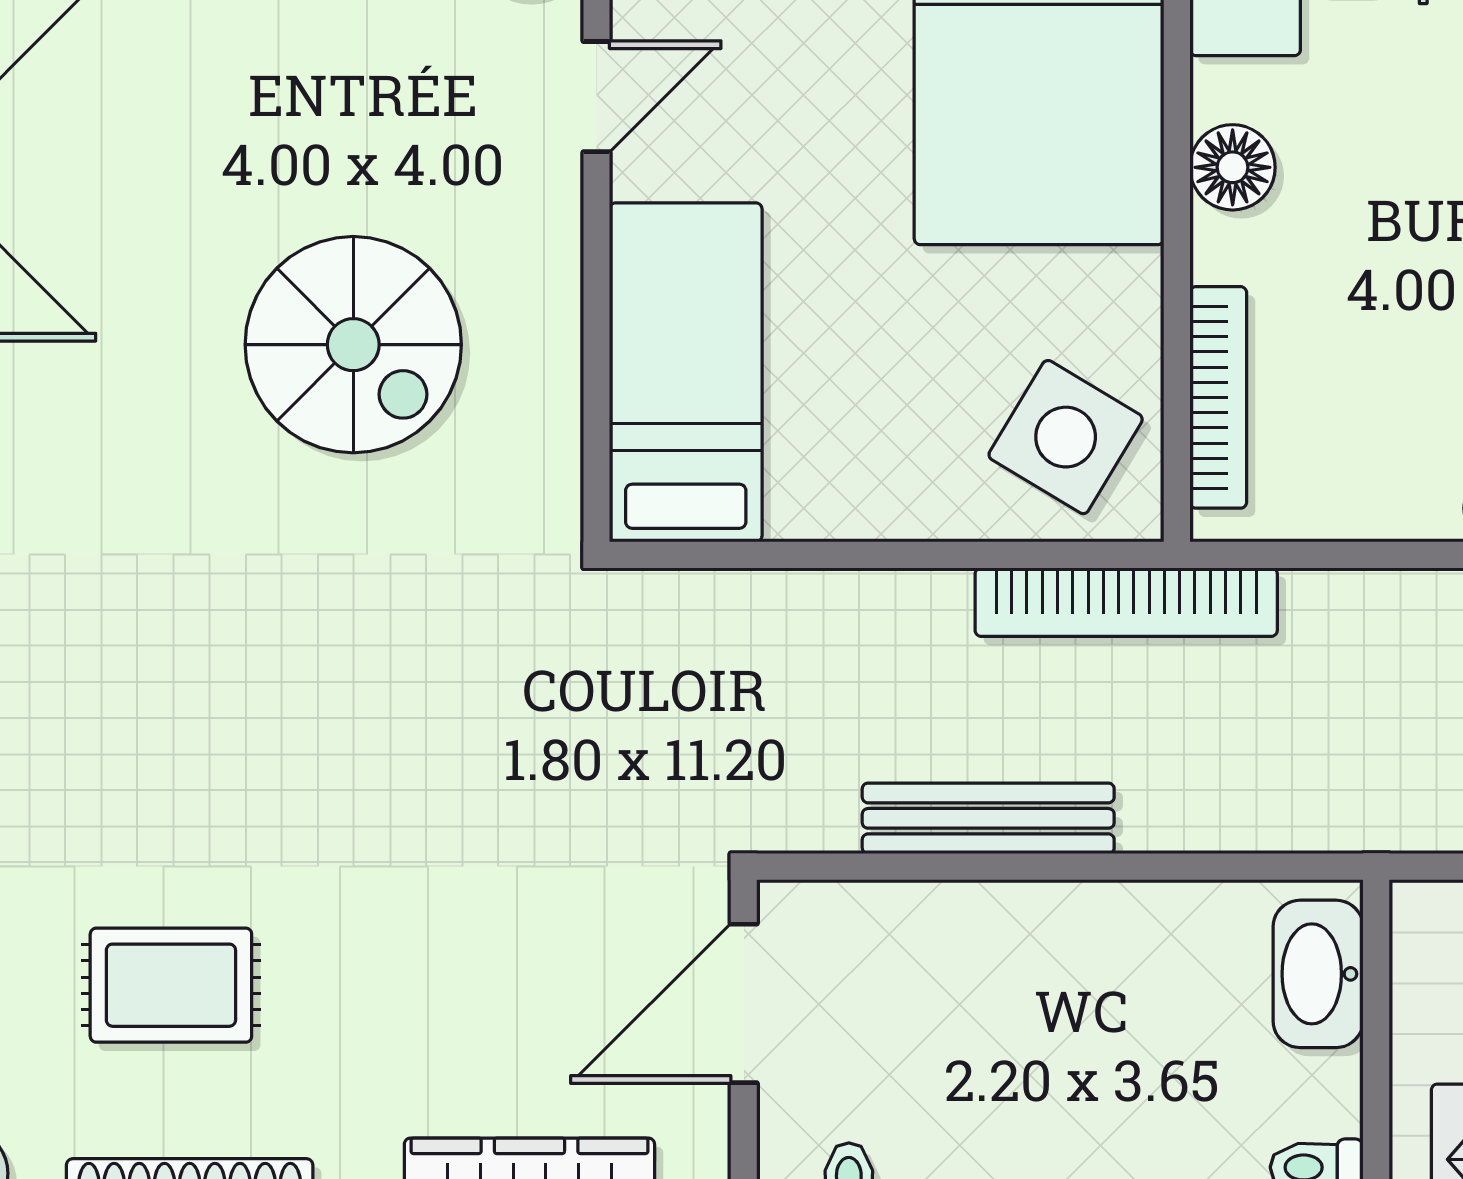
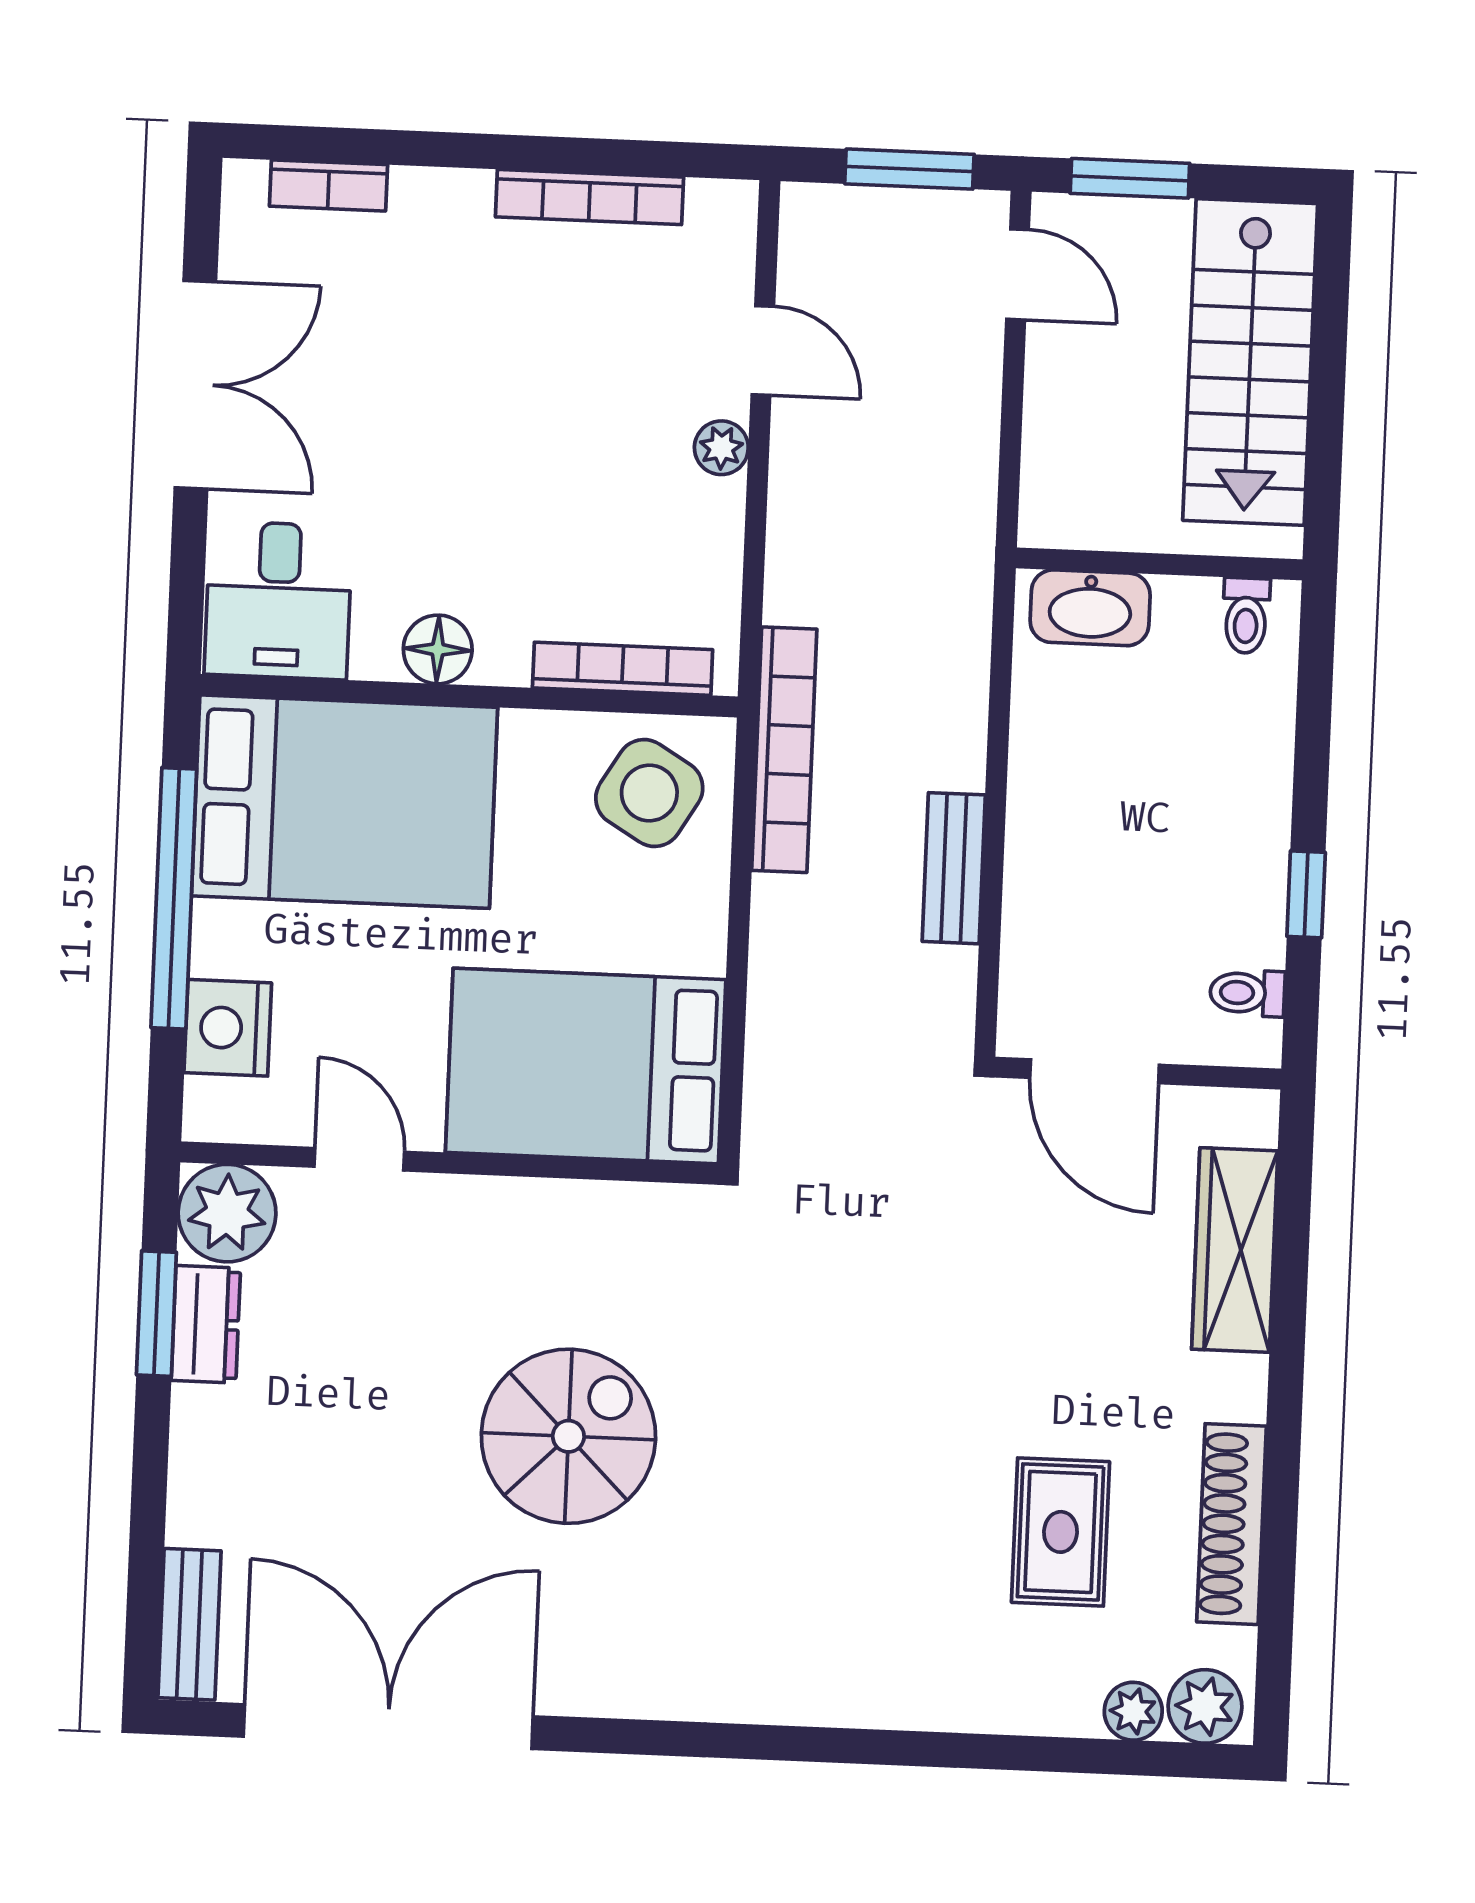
spiral stairs: (353, 345) -> (568, 1436), moved
bed: (686, 372) -> (586, 1066), width x1.50
bench: (988, 818) -> (954, 868), width x0.73

